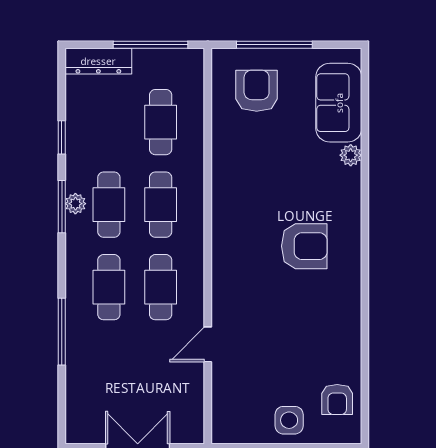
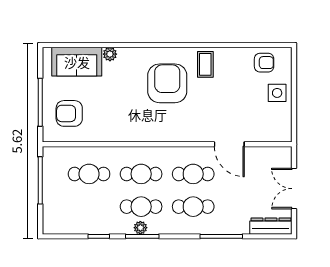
dresser: (98, 61) -> (271, 226), moved, turned -90
armchair: (304, 246) -> (167, 83), width x1.36, depth x1.36
coffee table: (334, 306) -> (205, 64), added
door: (208, 344) -> (229, 144), width x1.38

